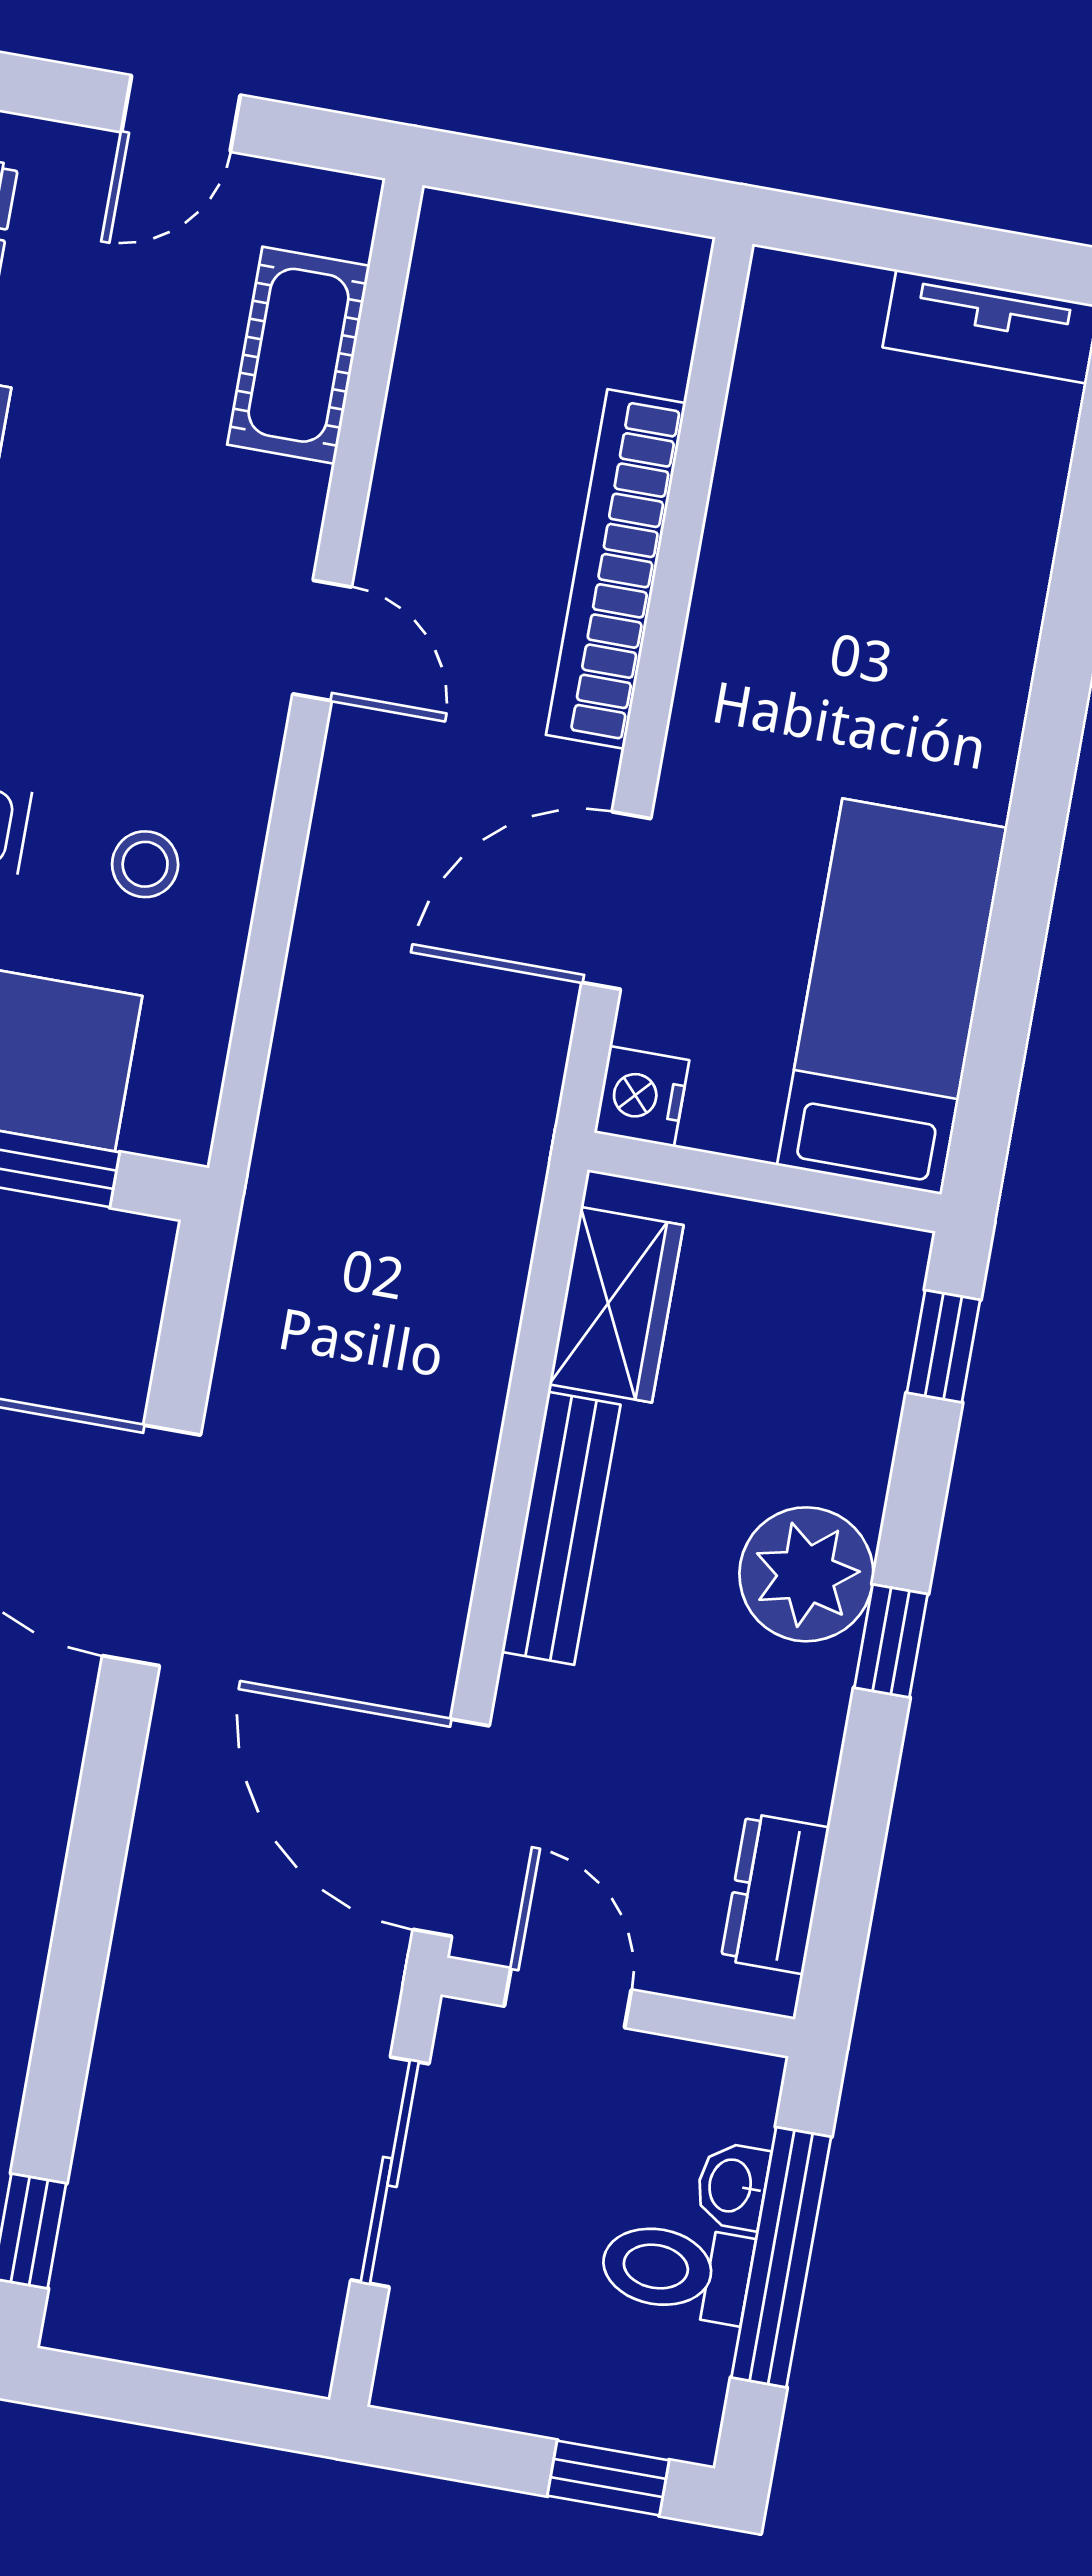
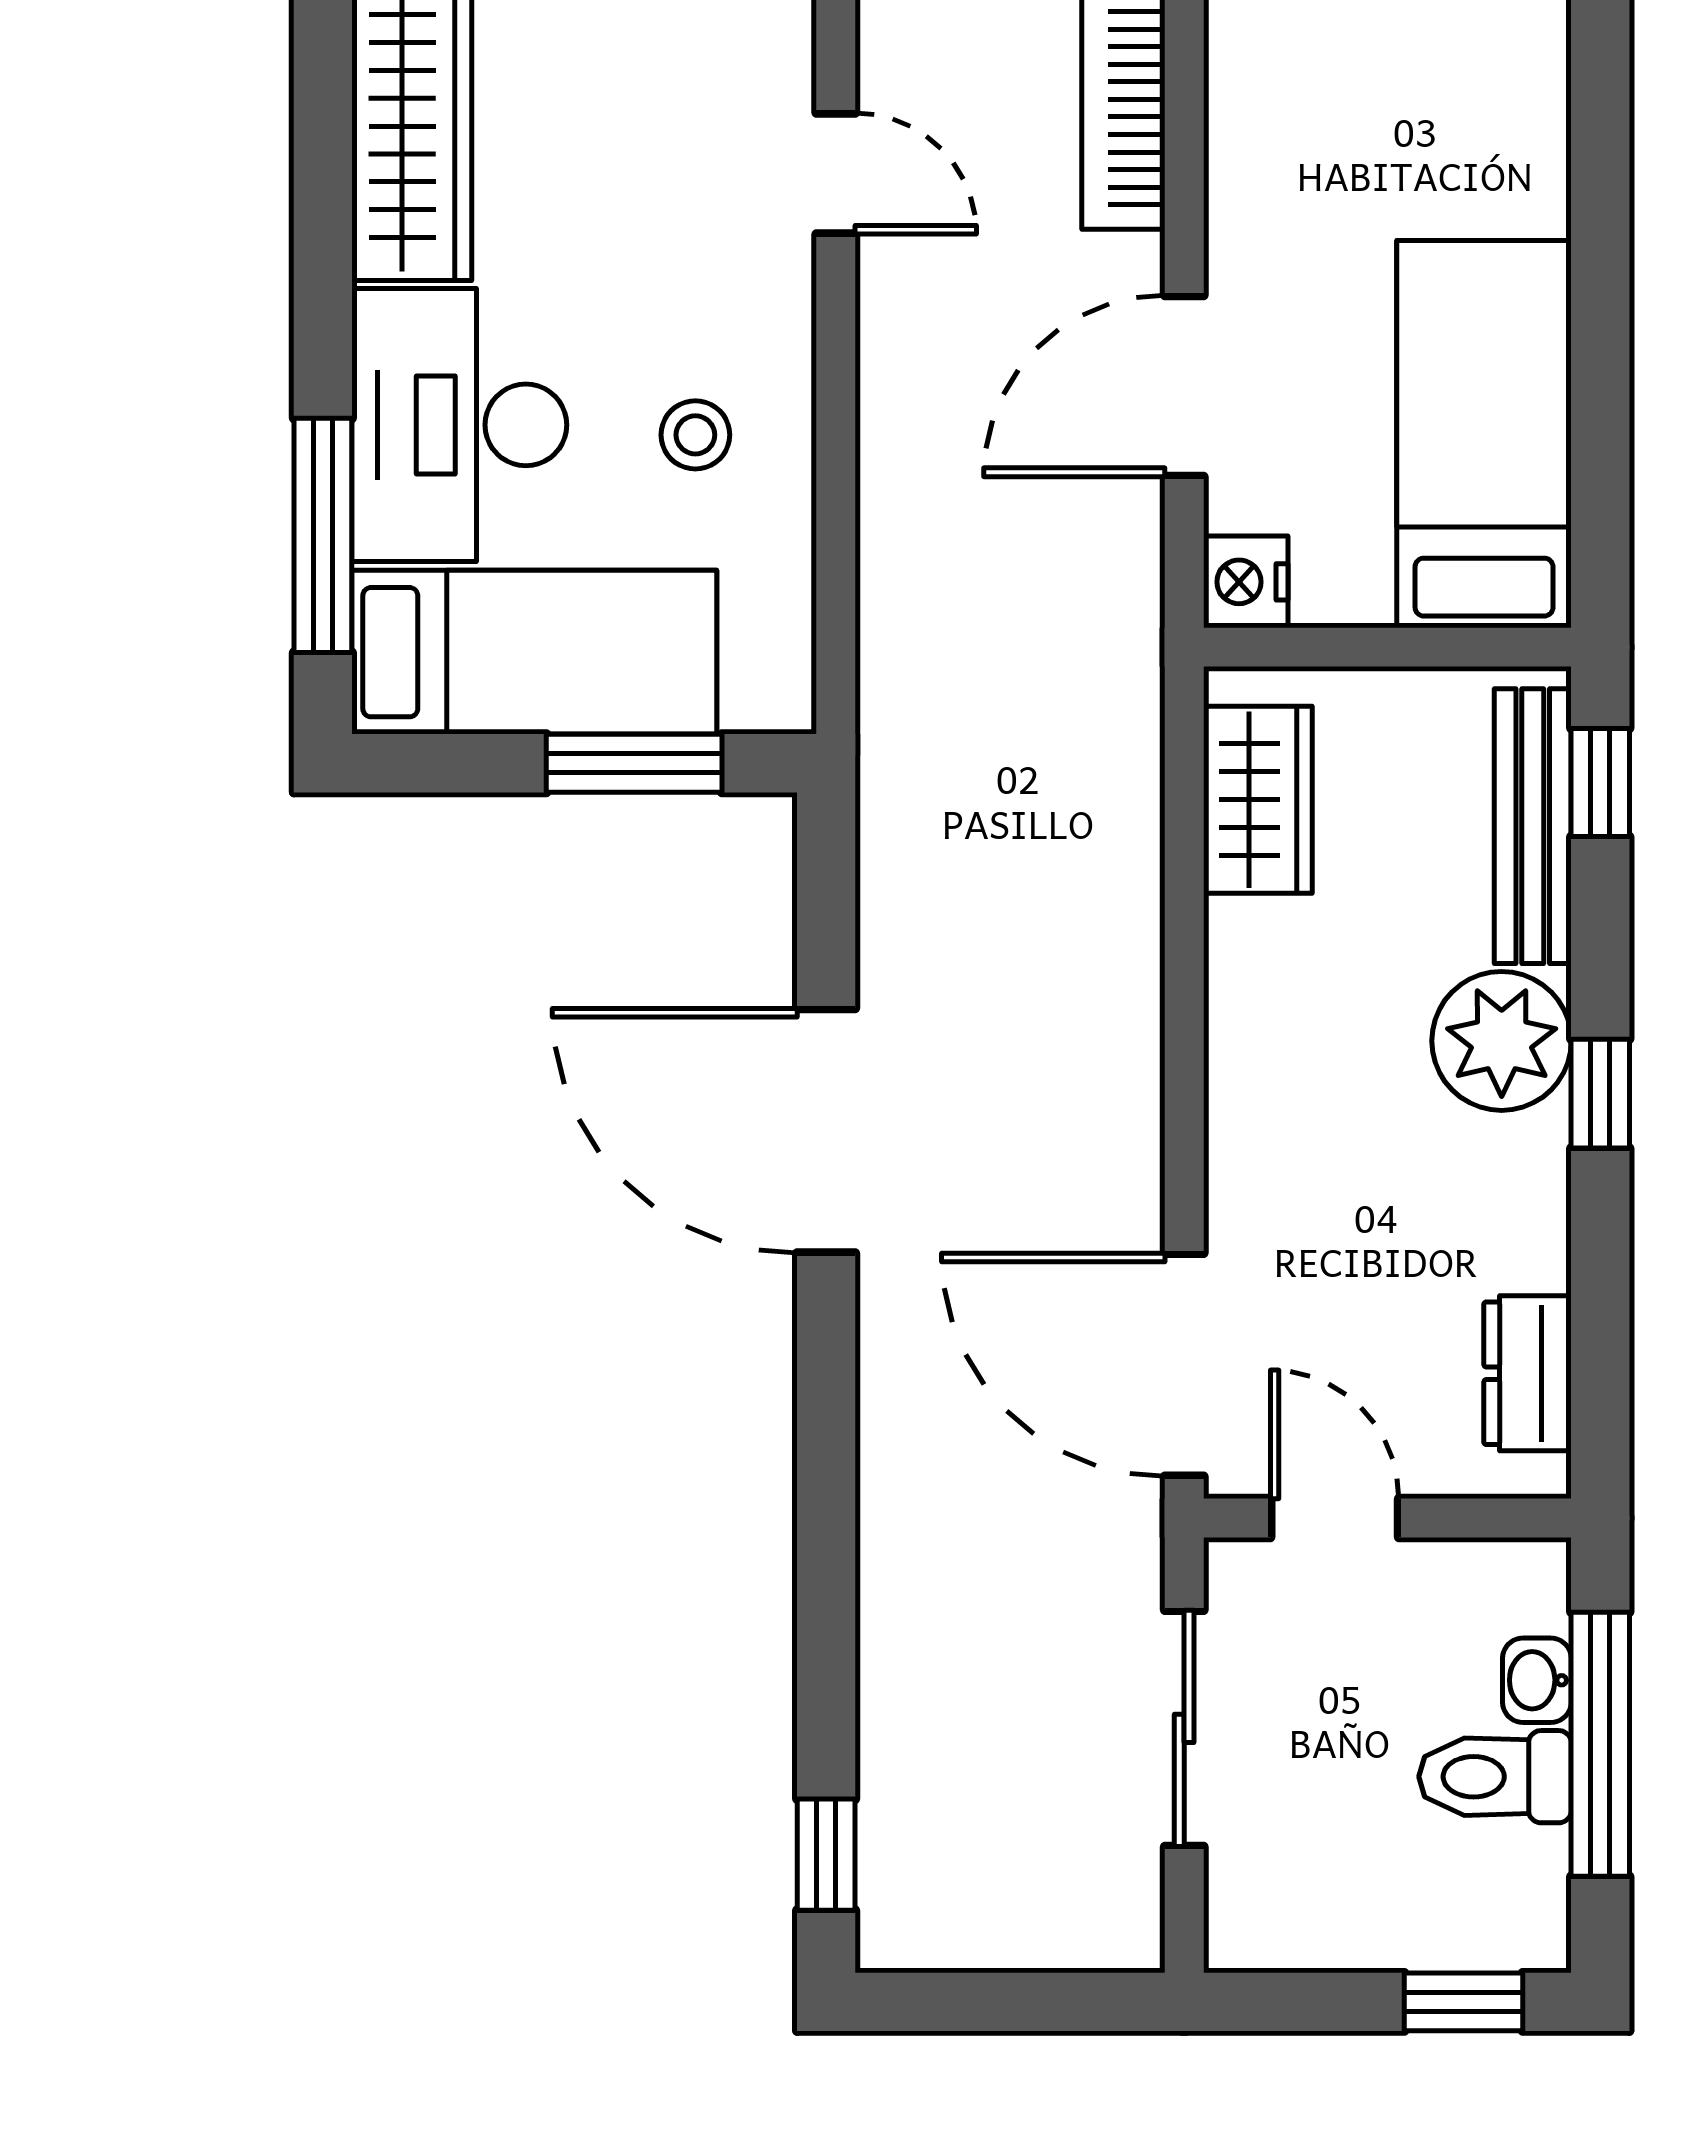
bench: (561, 1528) -> (1533, 826), moved

